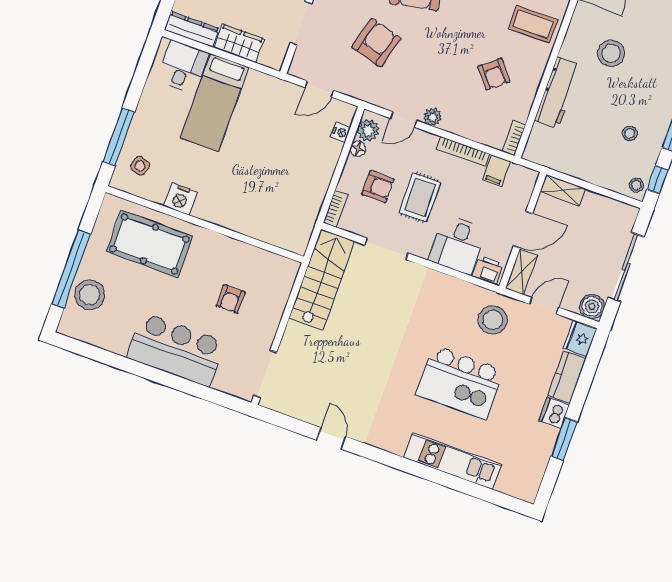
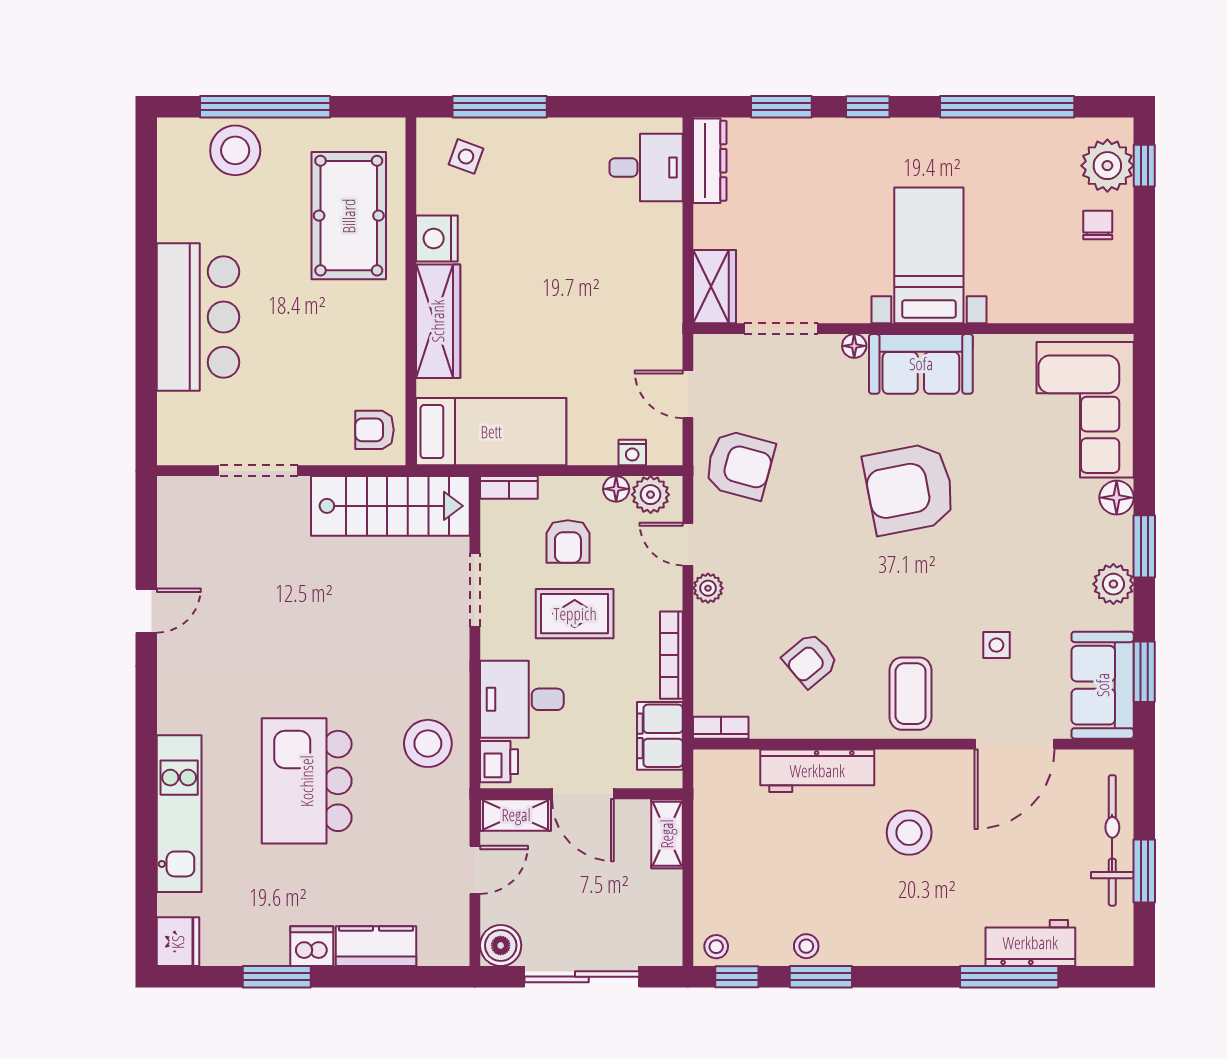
wardrobe: (239, 43) -> (715, 287), moved
armchair: (376, 43) -> (740, 465), moved
bed: (215, 103) -> (491, 432), moved, turned 180
stool: (630, 133) -> (806, 946), moved
filing cabinet: (496, 171) -> (660, 736), width x2.00
wardrobe: (227, 215) -> (438, 321), added
armchair: (231, 299) -> (375, 430), moved
door: (544, 306) -> (475, 870), hinge flipped
stool: (493, 320) -> (428, 743), moved
fridge: (580, 339) -> (178, 942), moved, turned 90
doorway: (265, 374) -> (258, 471), moved

